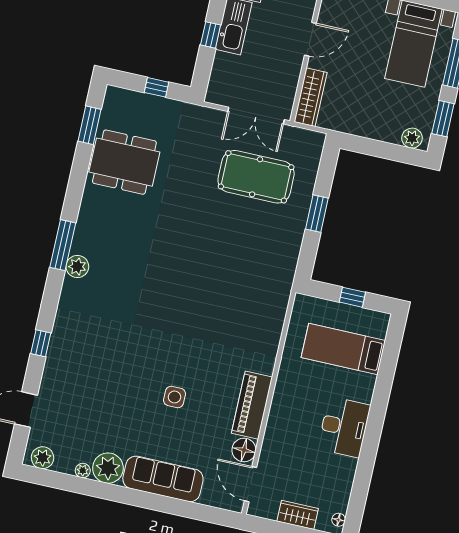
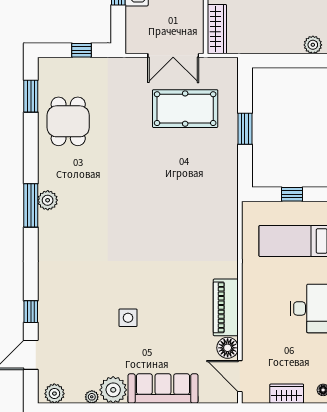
dining table: (124, 162) -> (68, 121), width x0.73
plant: (77, 267) -> (48, 200), moved
window: (41, 343) -> (31, 312), moved
side table: (175, 397) -> (128, 318), moved

